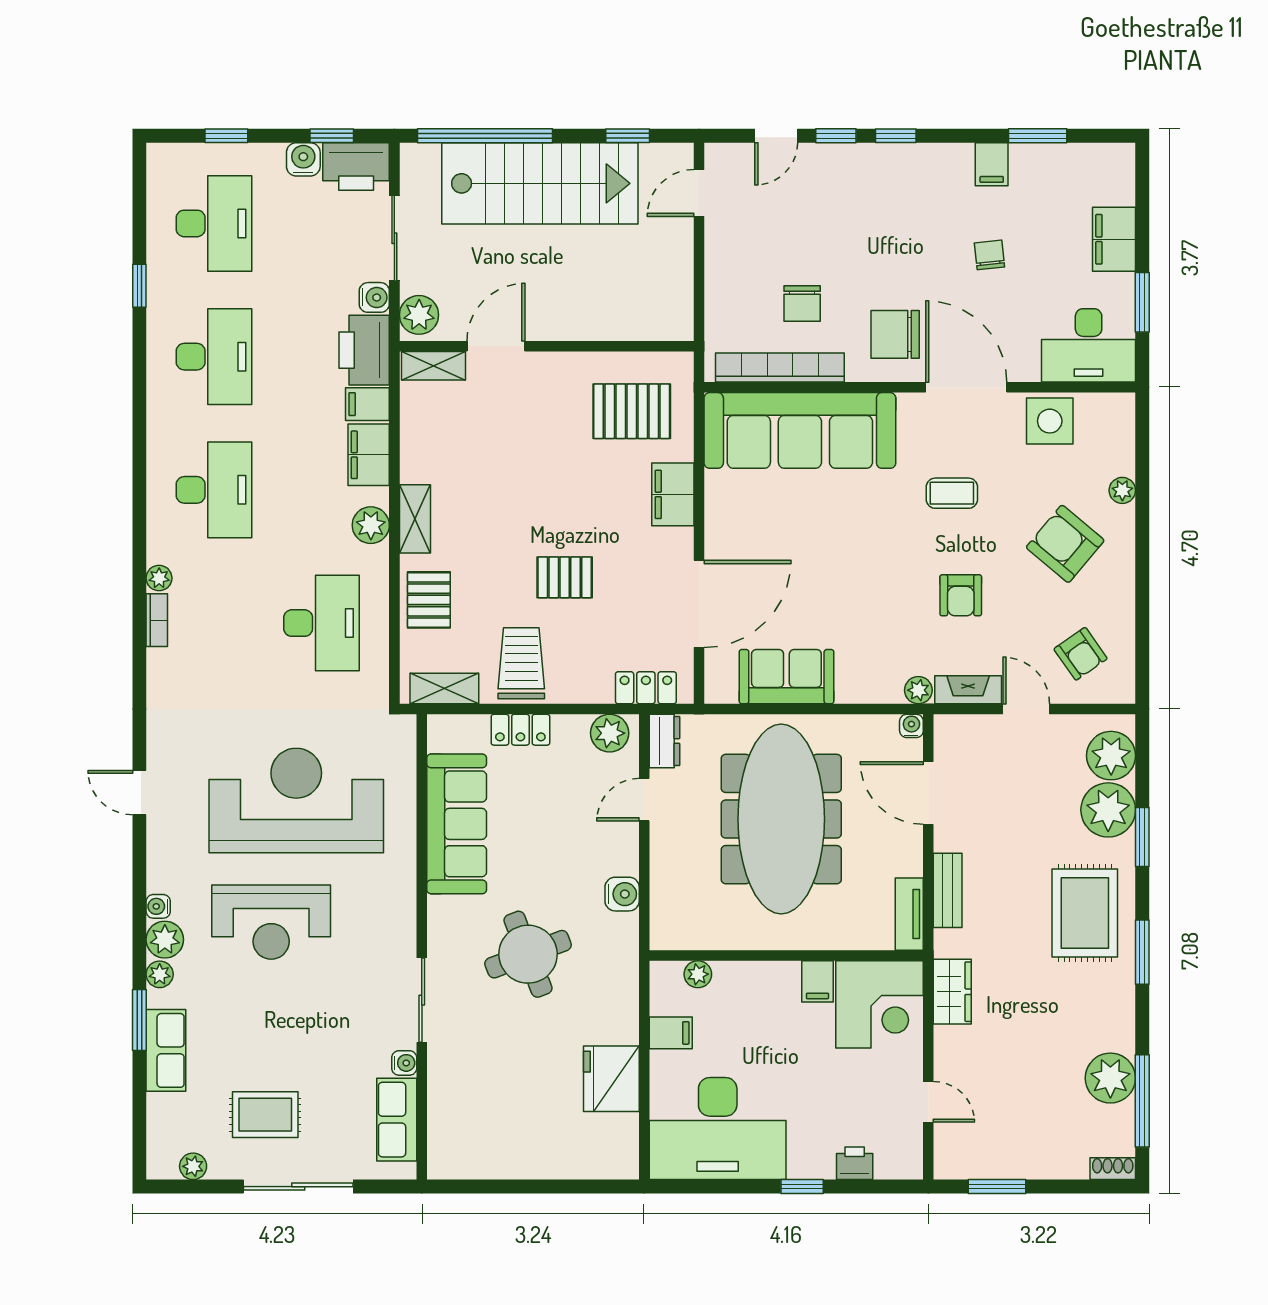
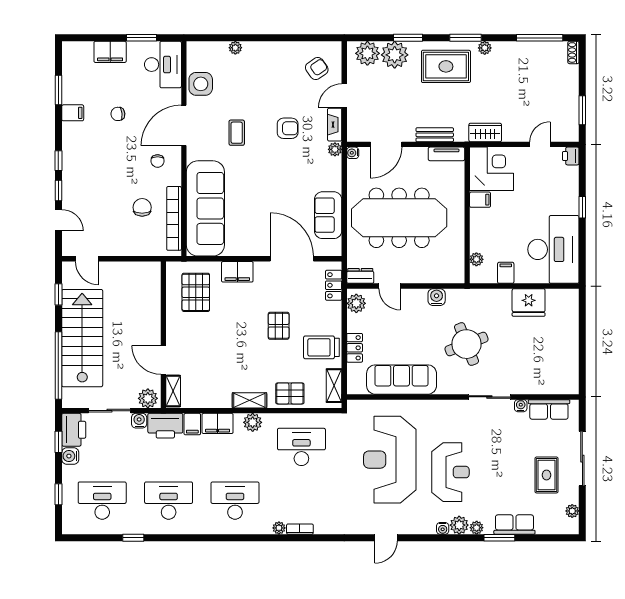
chair: (802, 304) -> (142, 207), turned -90
chair: (895, 334) -> (158, 161), width x0.54, depth x0.54
armchair: (1065, 544) -> (262, 76), removed
plant: (1110, 1078) -> (485, 48), moved, width x0.53, depth x0.53
printer: (855, 1163) -> (571, 156), moved

